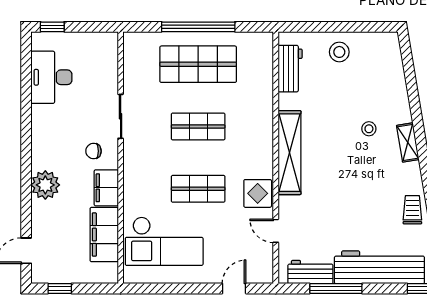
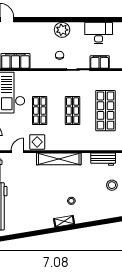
plant: (45, 185) -> (62, 30), moved
filing cabinet: (106, 188) -> (100, 62), moved
trolley: (412, 210) -> (29, 224), removed

